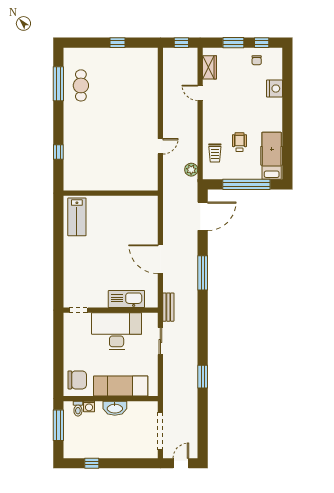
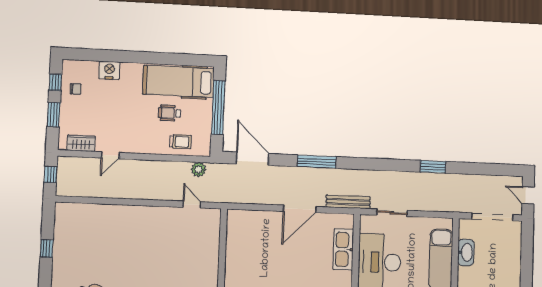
door: (160, 146) -> (192, 205), moved
hospital bed: (272, 156) -> (179, 81), width x1.37, depth x1.29
bench: (168, 307) -> (348, 202), width x1.36
washbasin: (115, 408) -> (466, 252), moved

